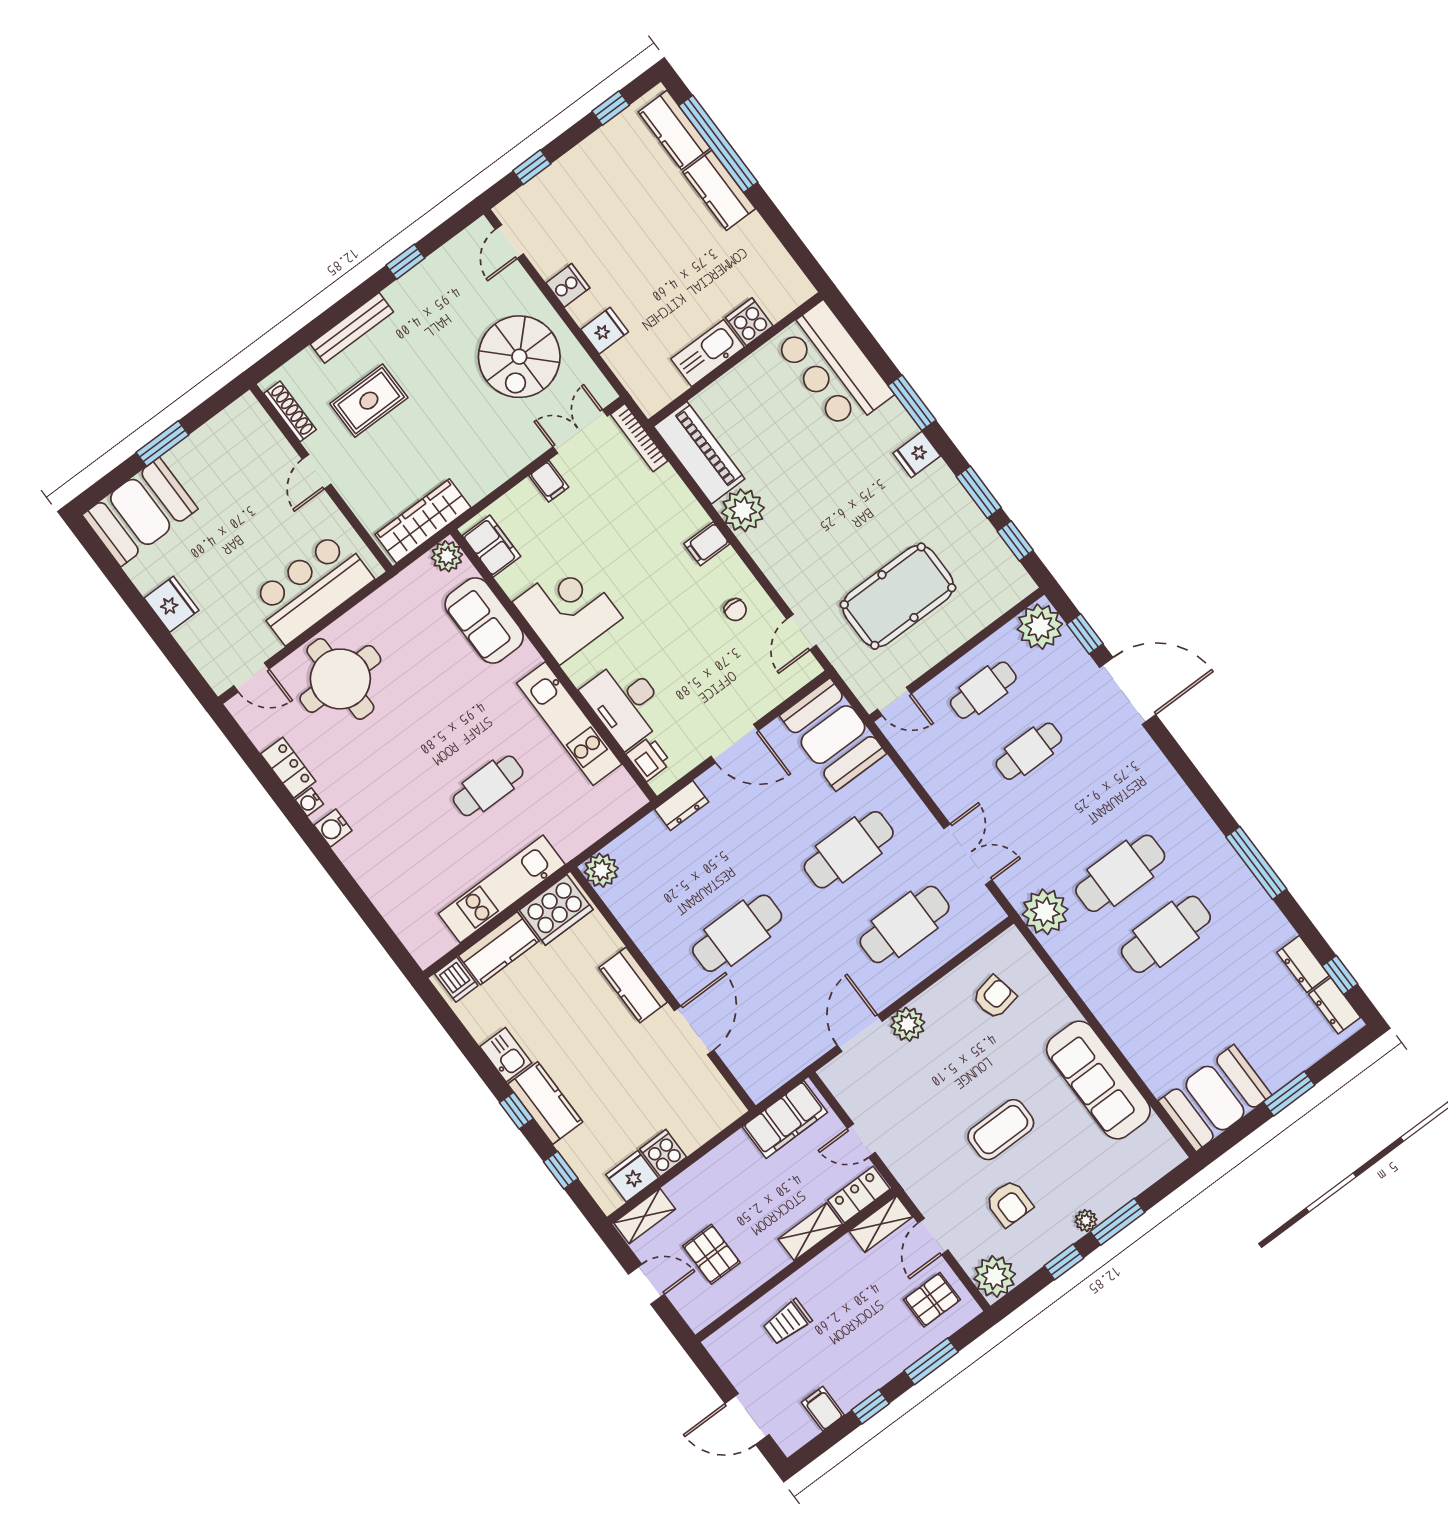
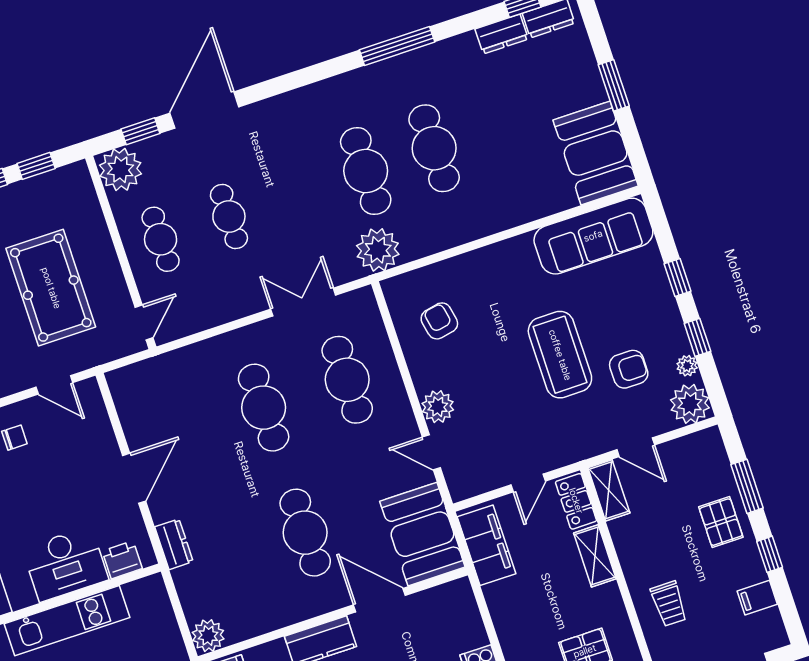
booth: (833, 735) -> (422, 534), moved, turned 90
door: (860, 1033) -> (431, 452), width x0.73
sofa: (1098, 1080) -> (593, 236), moved
coffee table: (1001, 1130) -> (560, 355), width x1.36, depth x1.32
plant: (1086, 1221) -> (687, 366), moved
window: (1117, 1222) -> (678, 277), width x0.67
pallet: (932, 1300) -> (721, 522), moved

